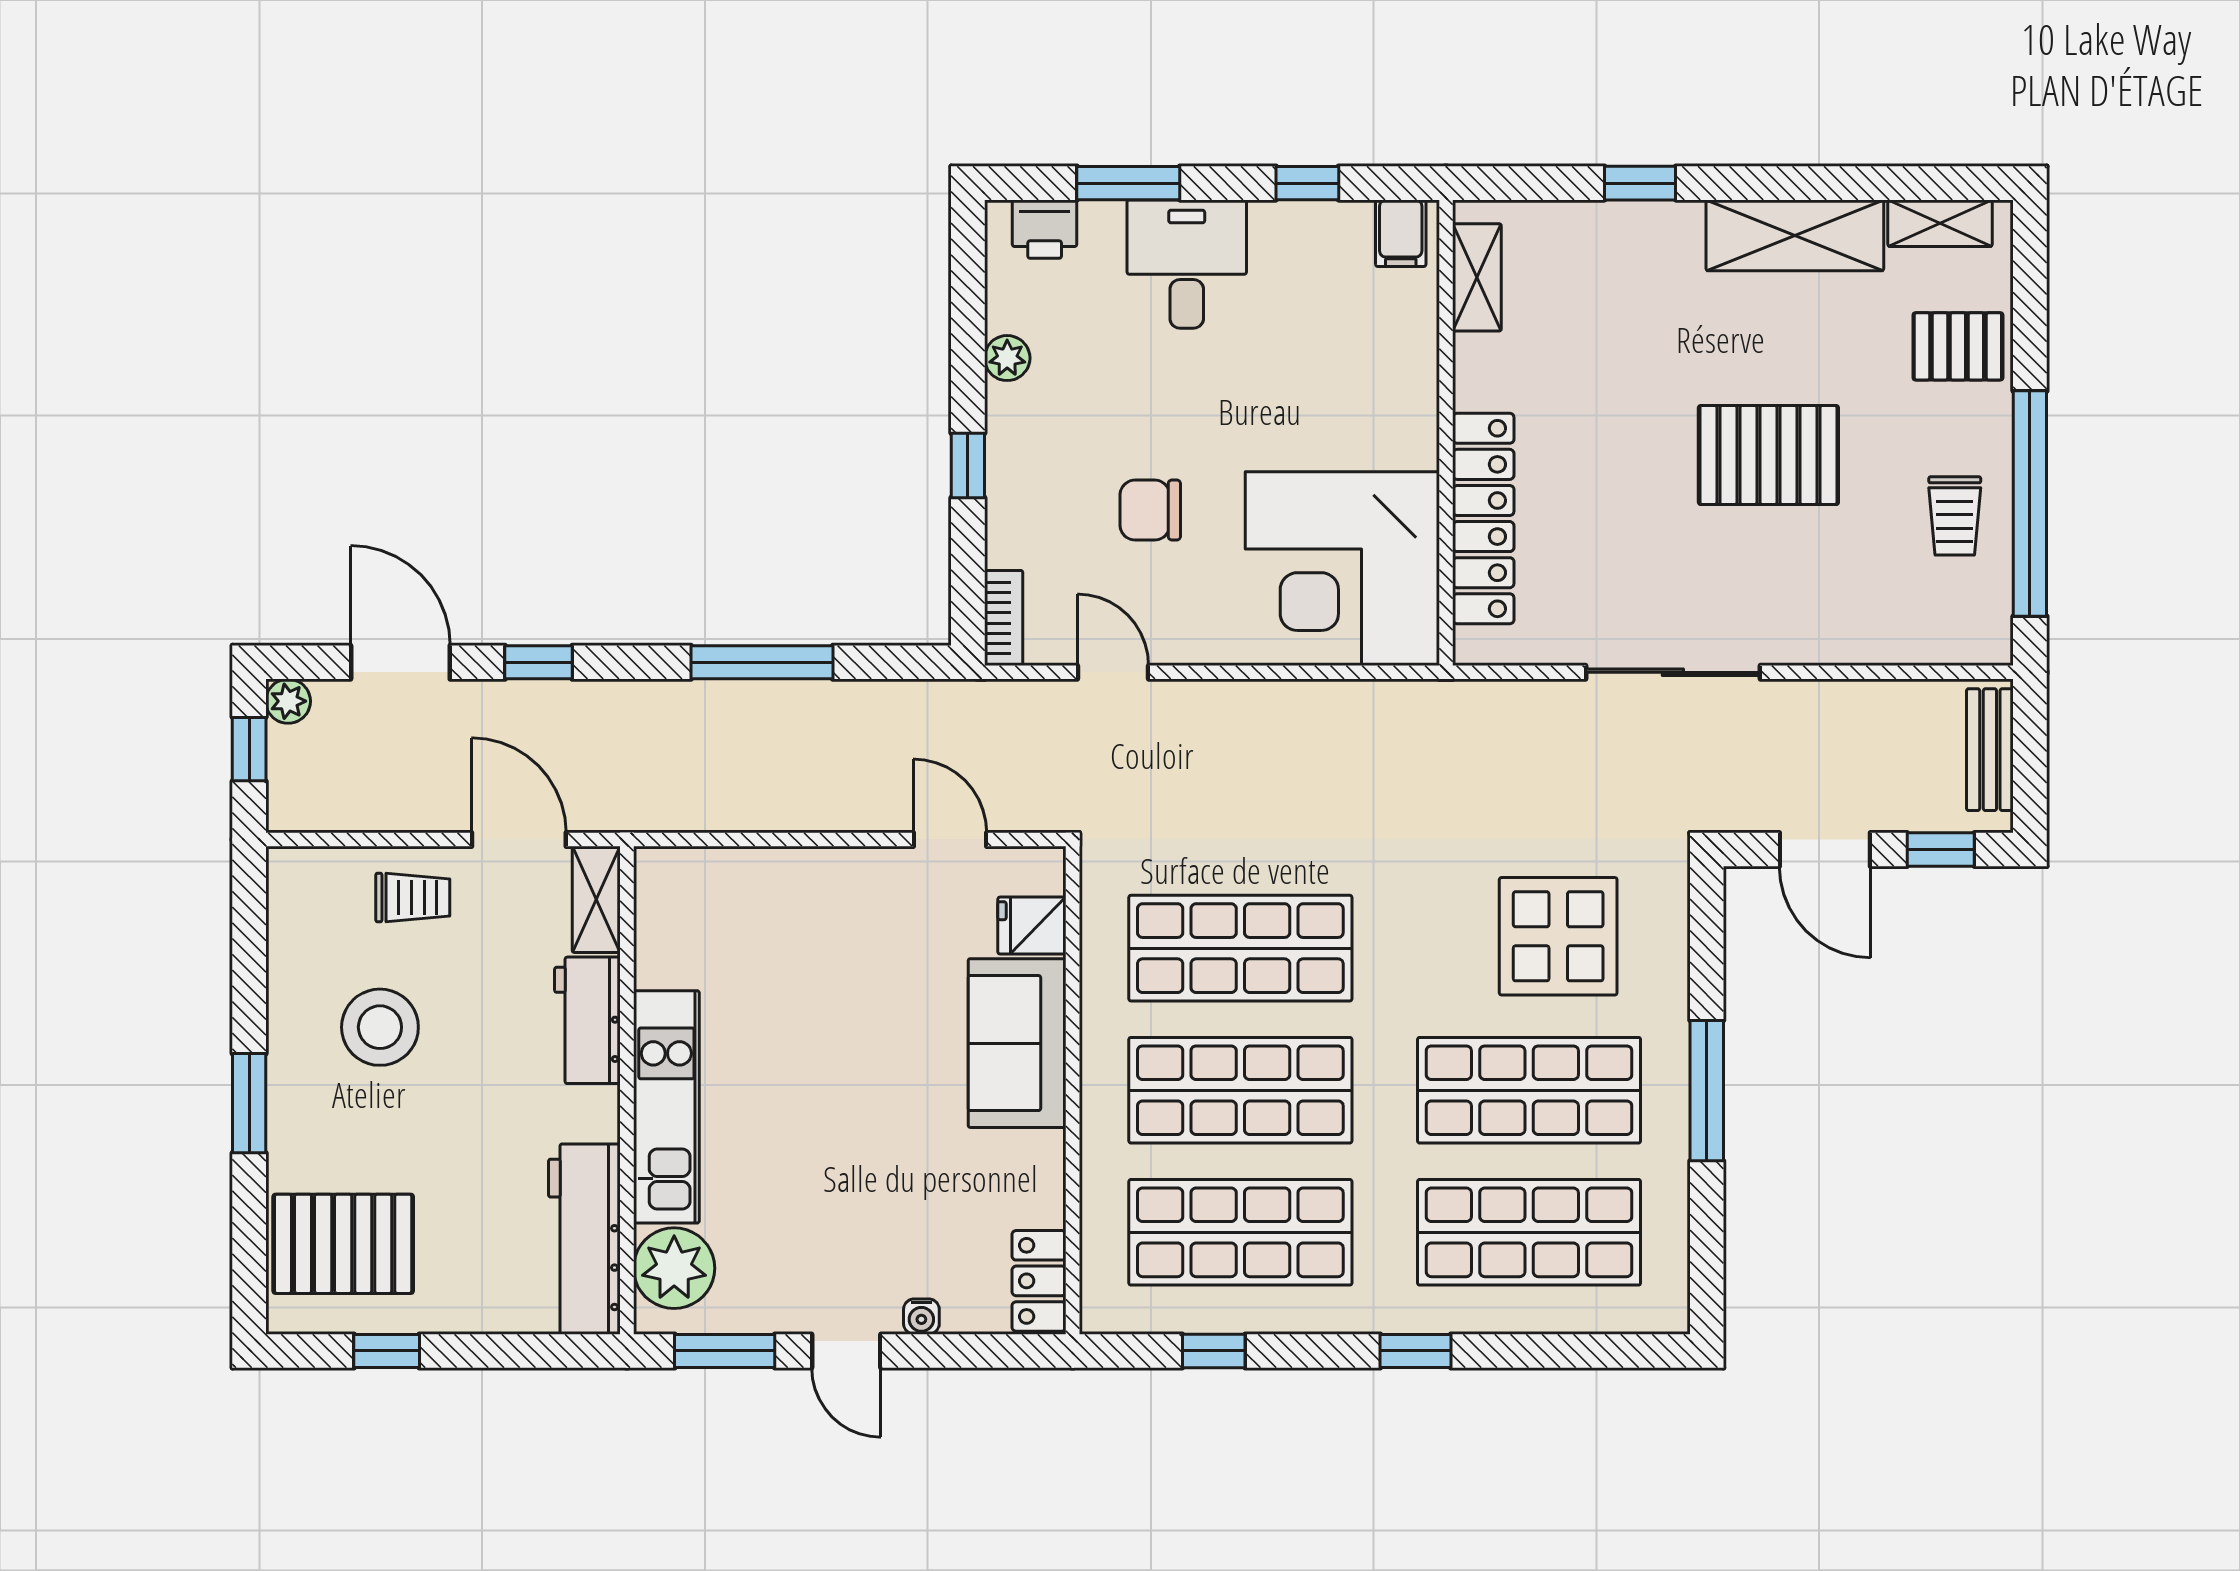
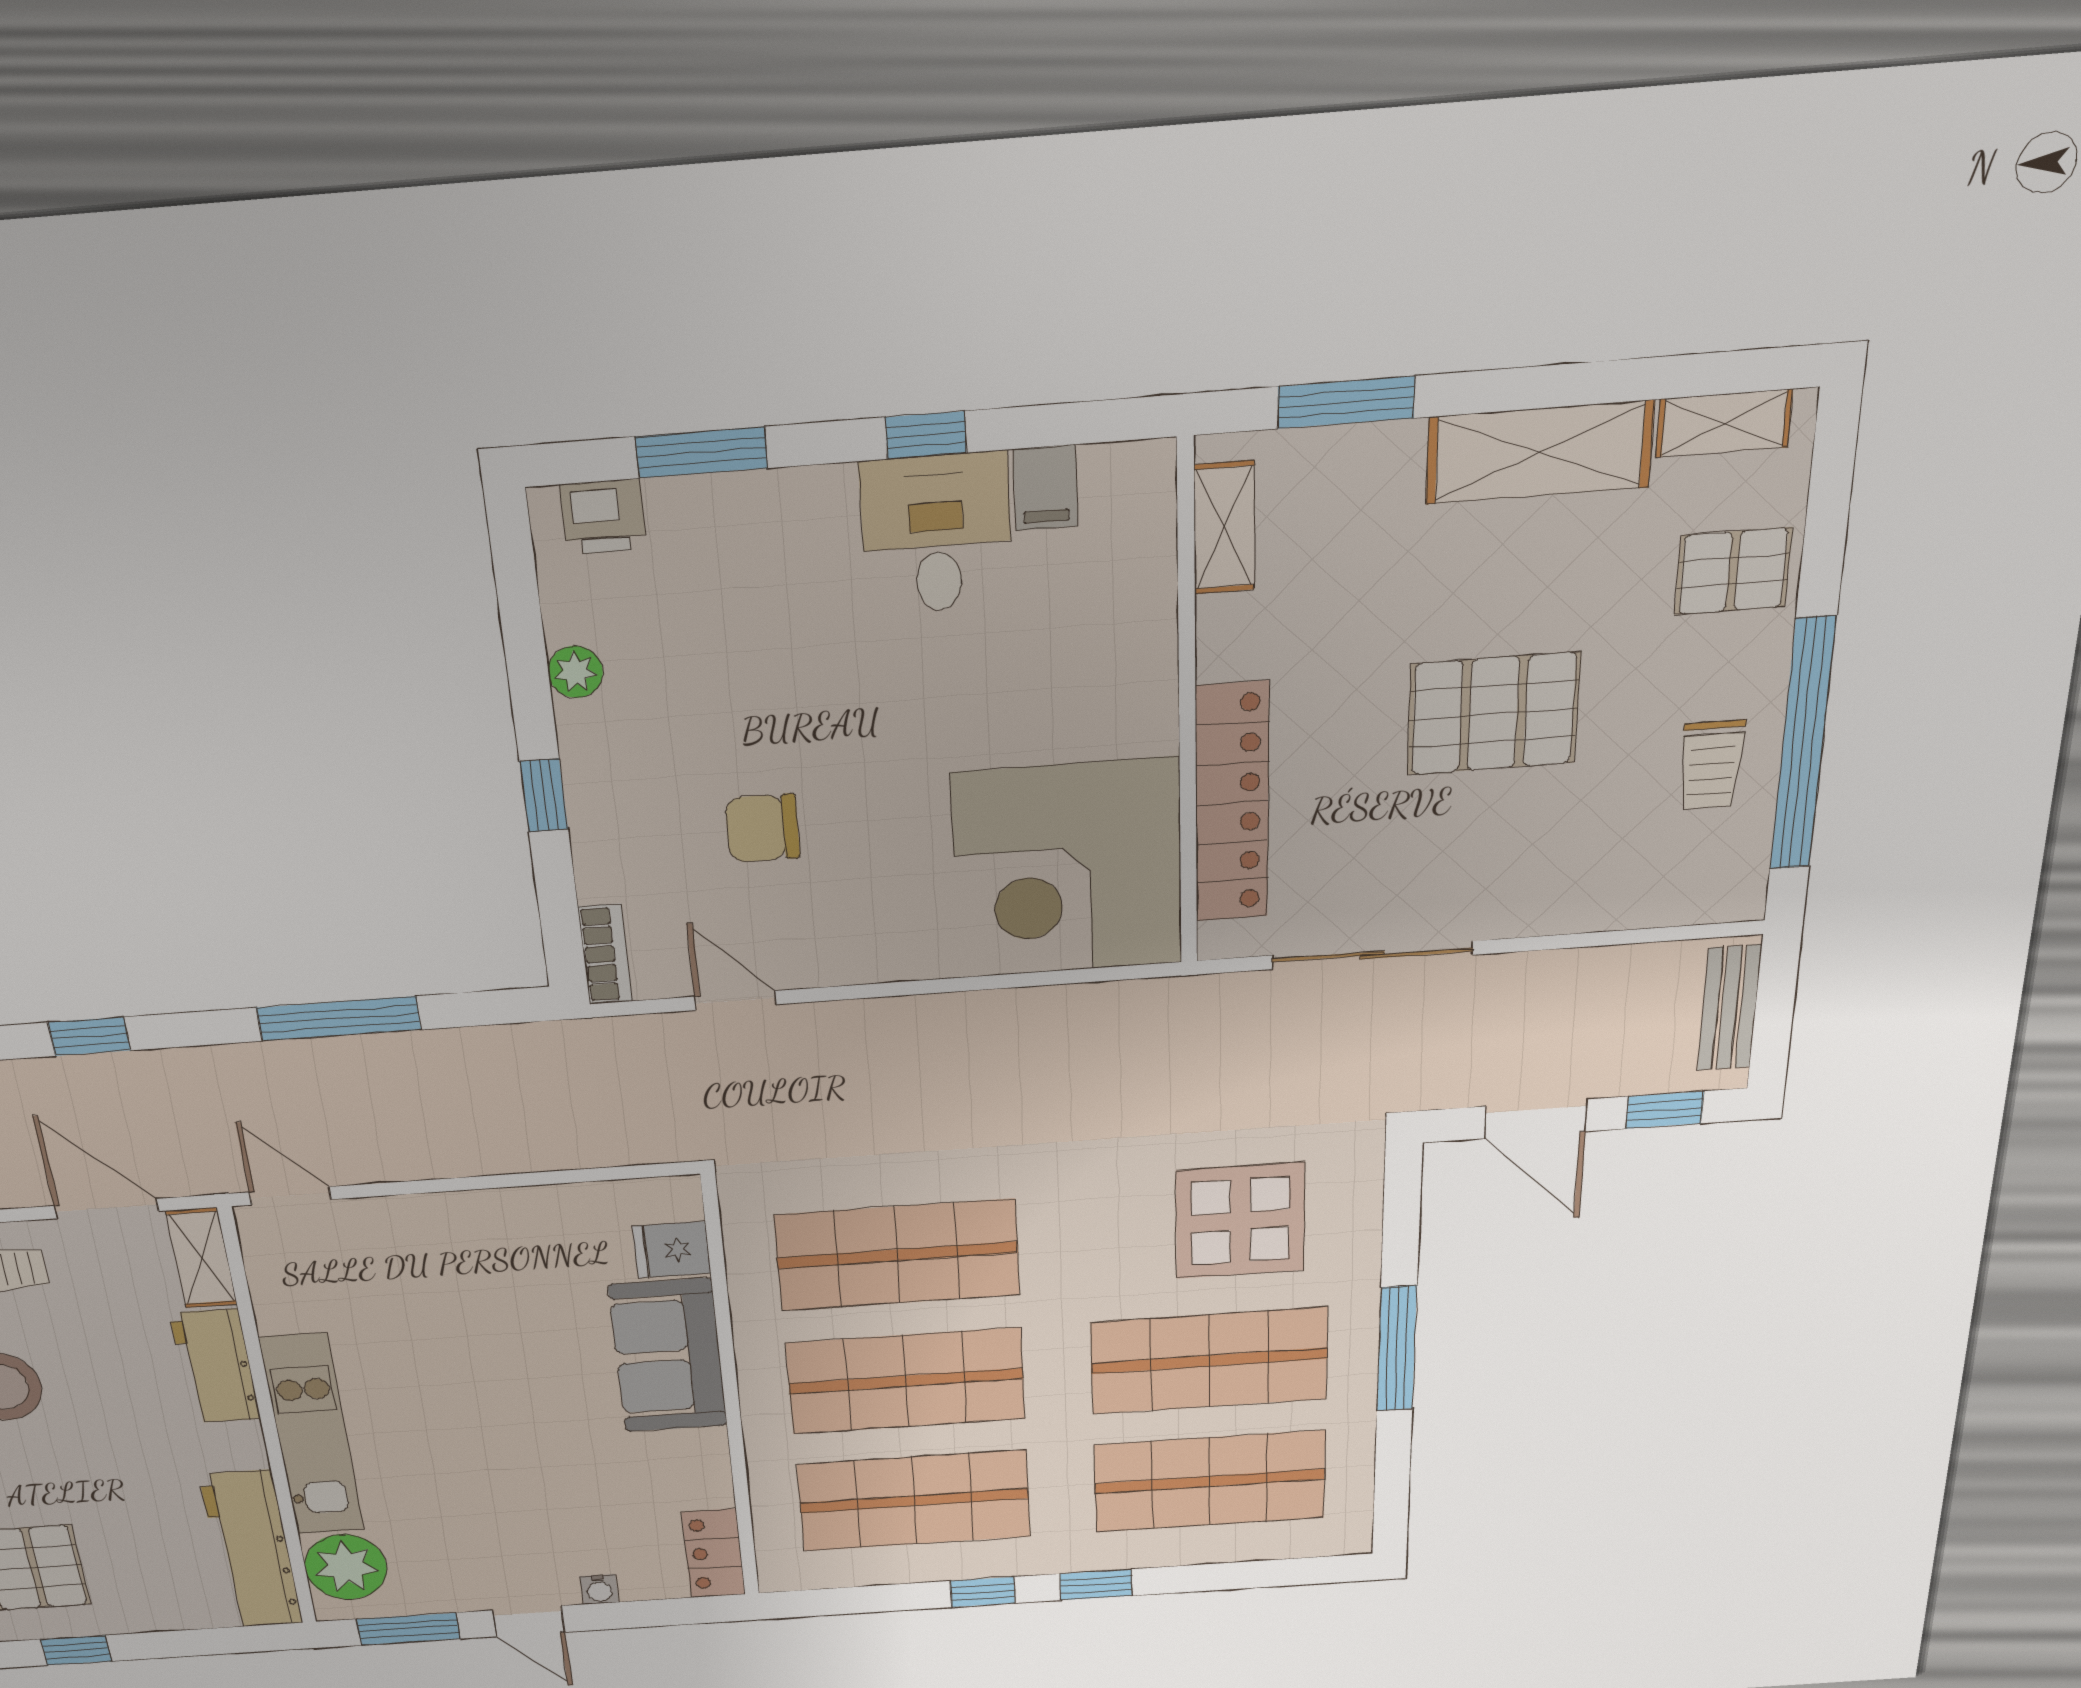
window: (1640, 183) -> (1346, 402), width x1.50
desk: (1187, 264) -> (937, 534), moved
shelving: (1477, 277) -> (1224, 528), moved
wall: (1446, 433) -> (1187, 711), moved
locker: (1483, 519) -> (1232, 803), moved
corner desk: (1342, 569) -> (1068, 869), moved
door: (950, 839) -> (290, 1196), moved
window: (1214, 1351) -> (983, 1592), moved

